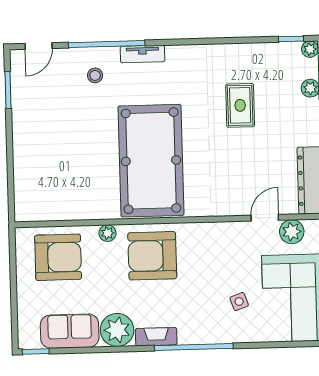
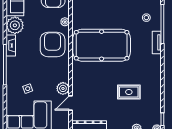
door: (265, 218) -> (71, 103), swing flipped
plant: (292, 232) -> (63, 88), moved

